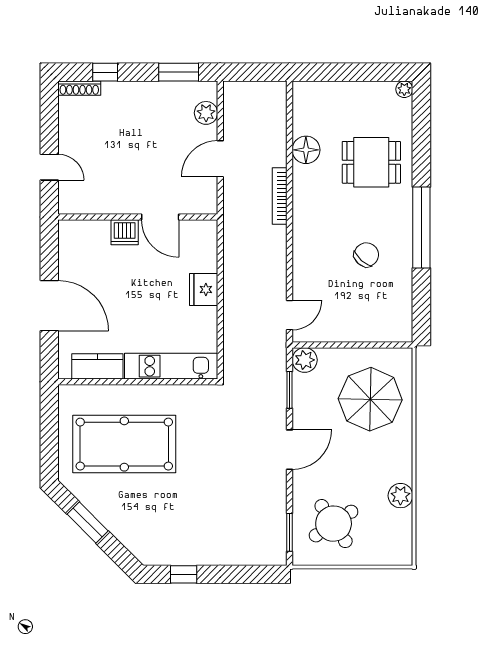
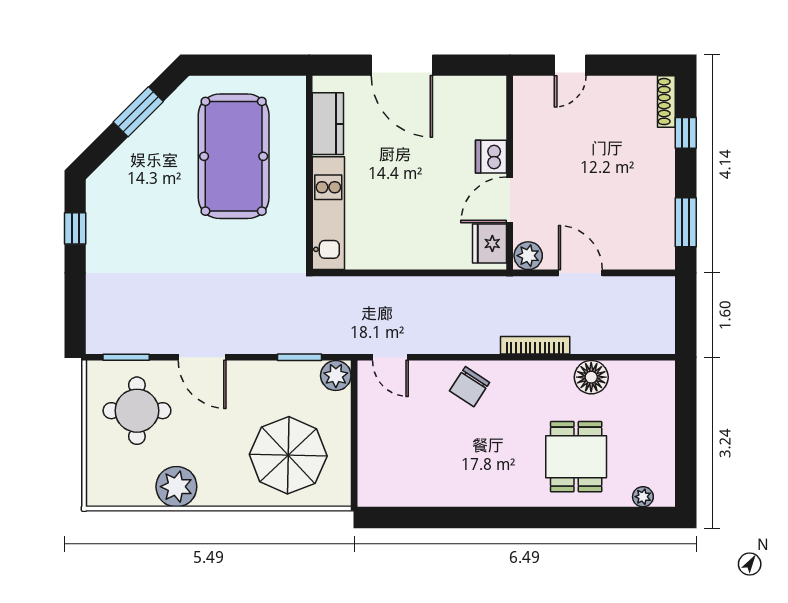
plant: (404, 89) -> (643, 497), moved
plant: (206, 113) -> (528, 256), moved
window: (421, 228) -> (497, 518), removed
chair: (366, 255) -> (470, 387), moved, turned 81
fridge: (204, 289) -> (490, 243), moved, turned -90
door: (49, 306) -> (402, 65), hinge flipped
door: (290, 450) -> (202, 357), moved
plant: (400, 496) -> (176, 487), width x1.36, depth x1.36
round table: (334, 524) -> (137, 411), turned 34

